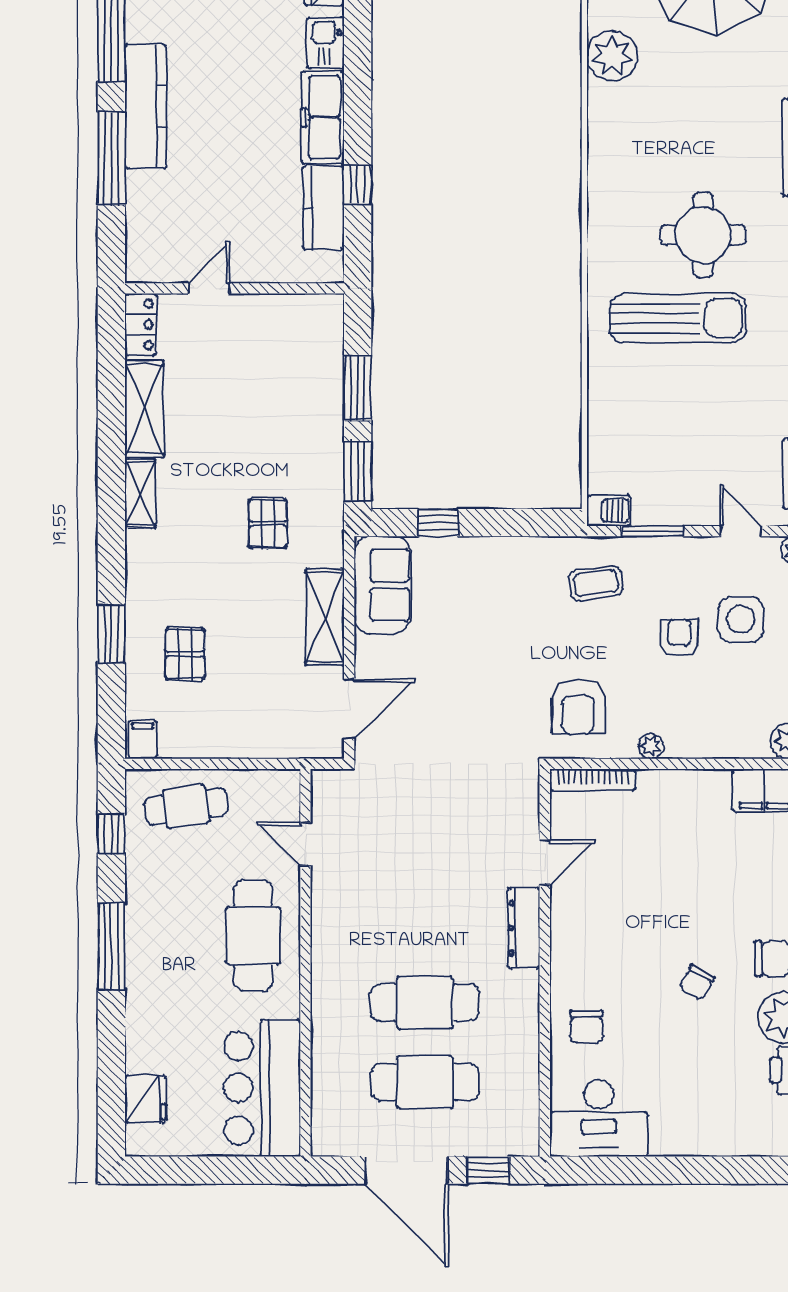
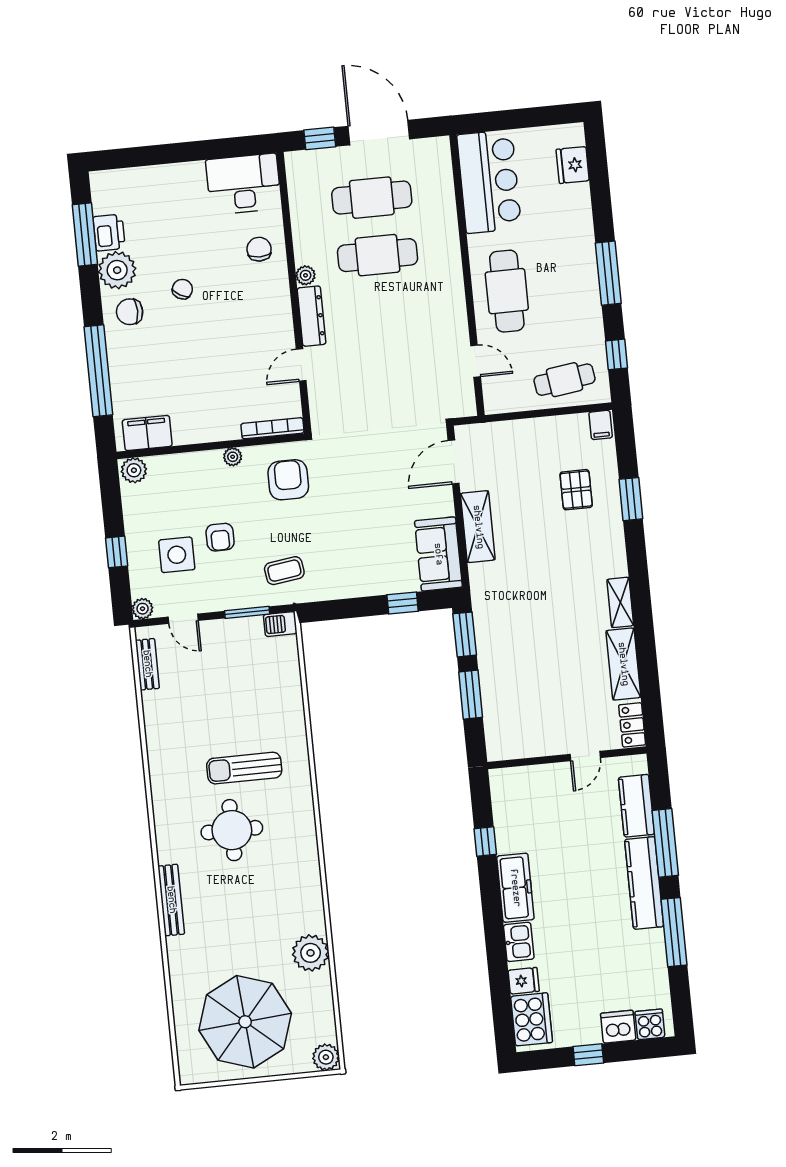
kitchen counter: (323, 208) -> (636, 806), moved, turned 180
sun lounger: (678, 318) -> (244, 768), width x0.73, depth x0.75
pallet: (268, 523) -> (526, 590), removed
plant: (526, 985) -> (306, 275), added

